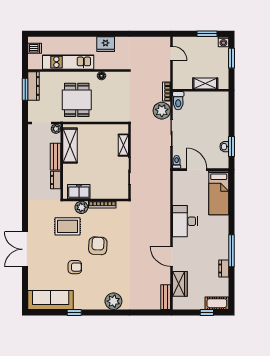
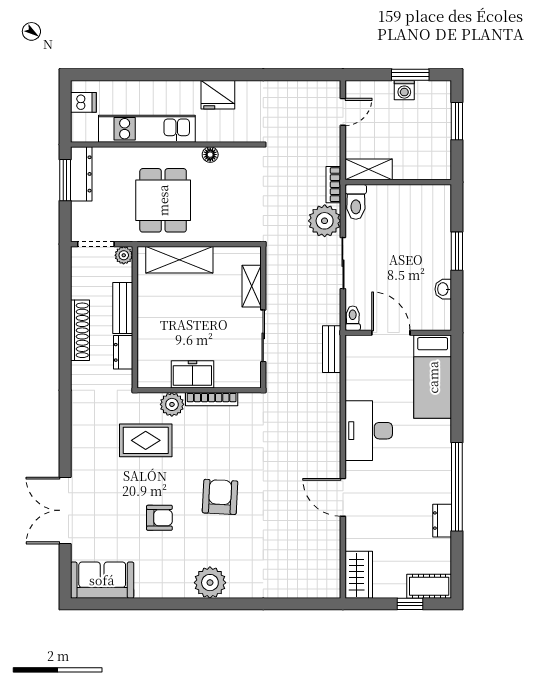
washing machine: (223, 42) -> (404, 90), moved
door: (171, 53) -> (343, 112), hinge flipped
shelving: (205, 84) -> (369, 169), moved
shelving: (70, 146) -> (179, 260), moved, turned 90
window: (232, 147) -> (457, 251), moved
shoe rack: (33, 168) -> (80, 330), added
freezer: (79, 192) -> (192, 374), moved
armchair: (98, 246) -> (220, 497), moved
double door: (25, 249) -> (65, 510), moved
window: (232, 251) -> (457, 487), width x1.46
wardrobe: (180, 284) -> (359, 575), moved
bench: (166, 297) -> (332, 349), moved
sofa: (51, 300) -> (102, 580), width x0.73
plant: (113, 301) -> (210, 583), moved
window: (74, 312) -> (158, 604), removed

